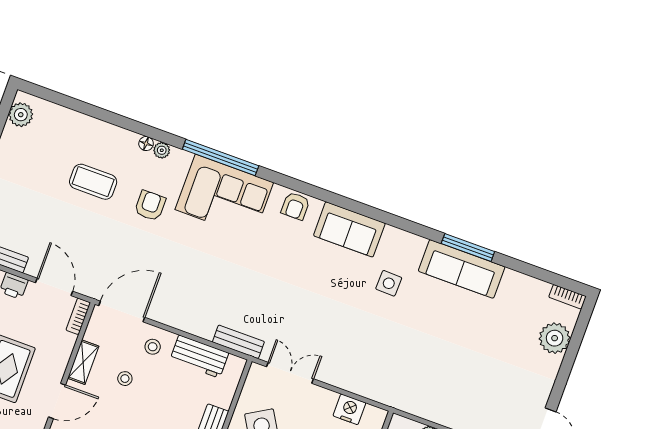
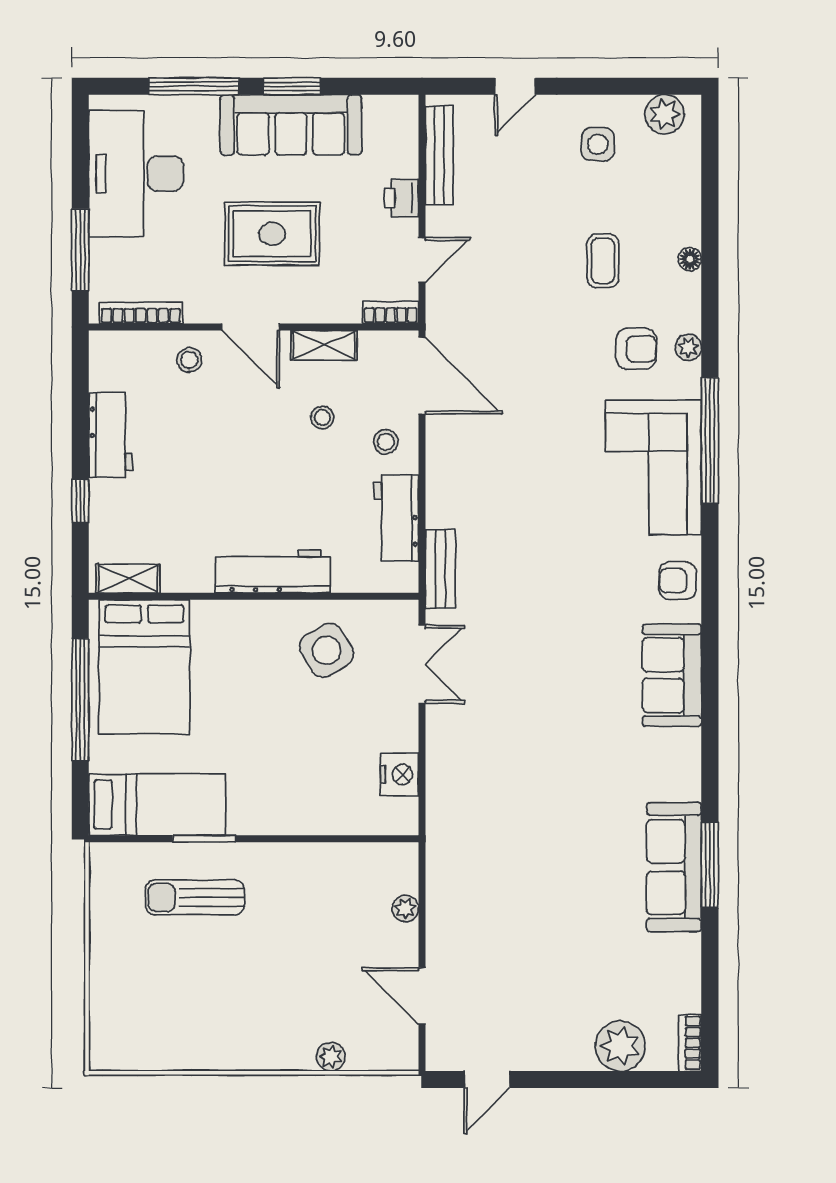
floor lamp: (146, 144) -> (690, 259), moved
coffee table: (93, 182) -> (603, 261), width x0.73, depth x0.77
armchair: (150, 206) -> (636, 349), moved
side table: (389, 283) -> (598, 144), moved
door: (54, 287) -> (422, 260), width x0.73

